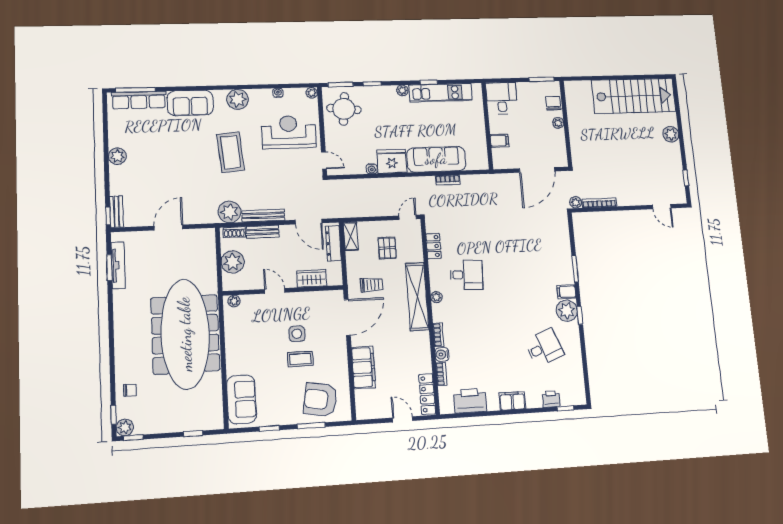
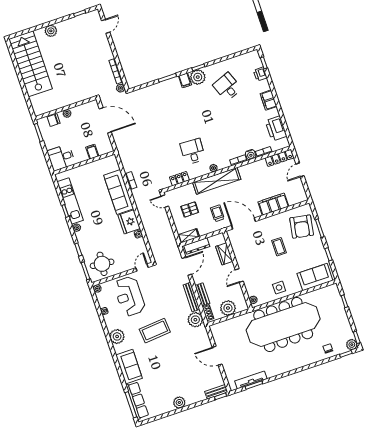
side table: (297, 334) -> (279, 288), moved

